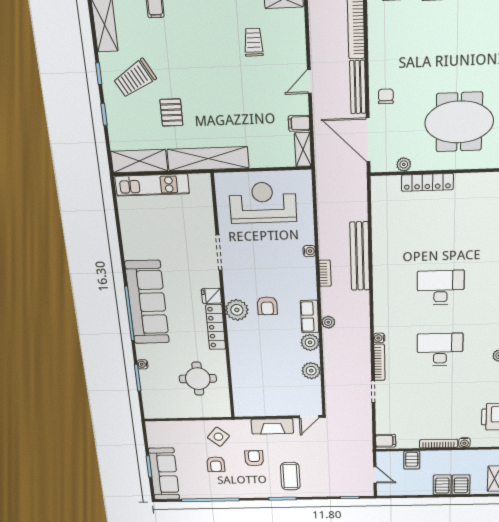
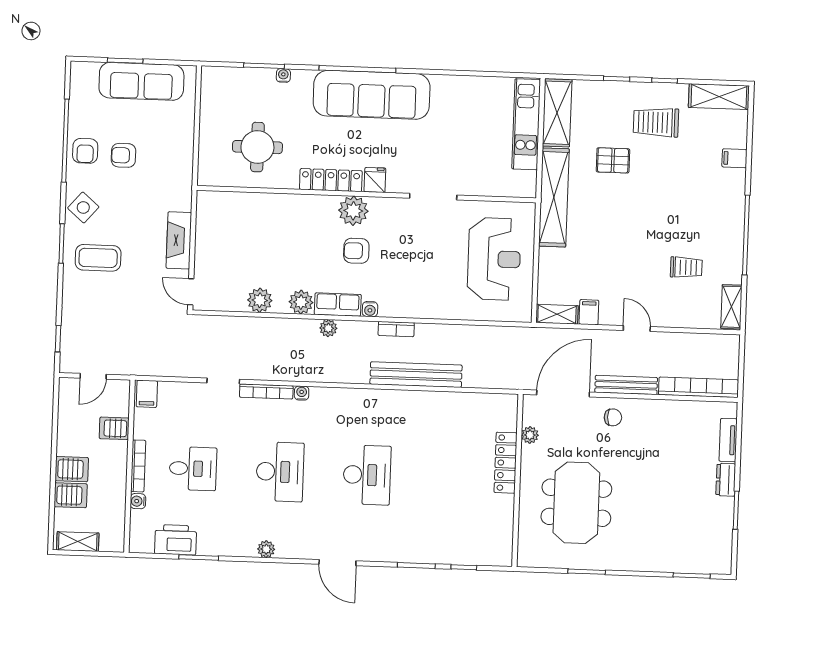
trolley: (135, 78) -> (656, 122), turned -60
water cooler: (309, 251) -> (370, 309), moved
desk: (439, 408) -> (193, 469), added
side table: (218, 437) -> (83, 207), moved
armchair: (254, 458) -> (85, 151), moved, turned 90
sofa: (164, 474) -> (141, 81), moved

